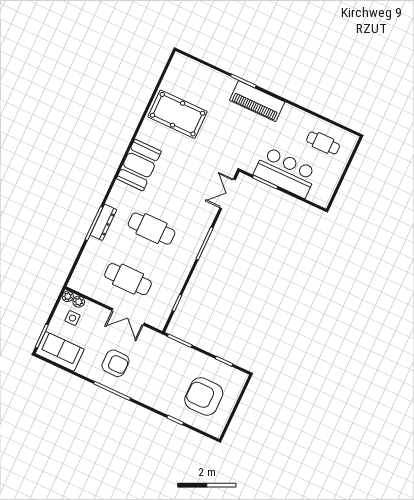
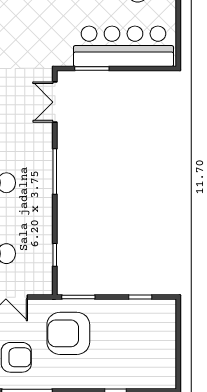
bar counter: (286, 172) -> (123, 46), width x1.36
armchair: (204, 396) -> (68, 333), moved

